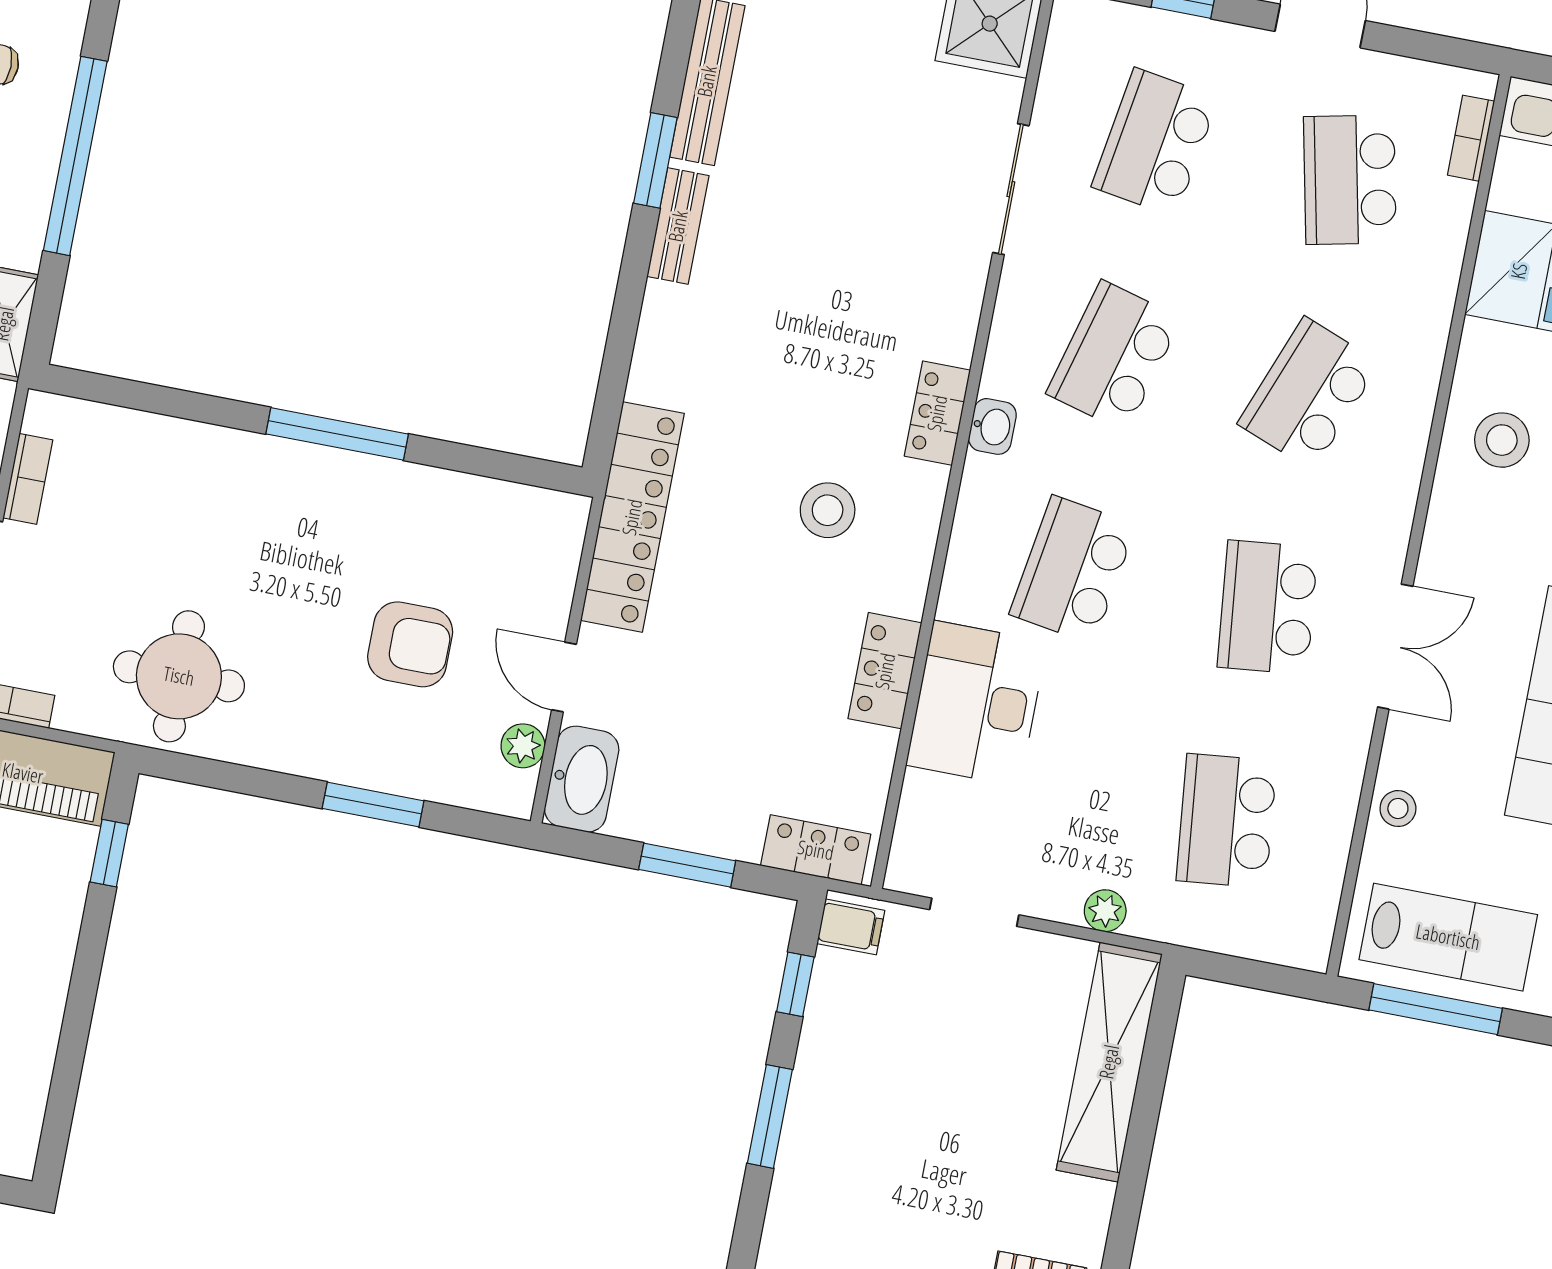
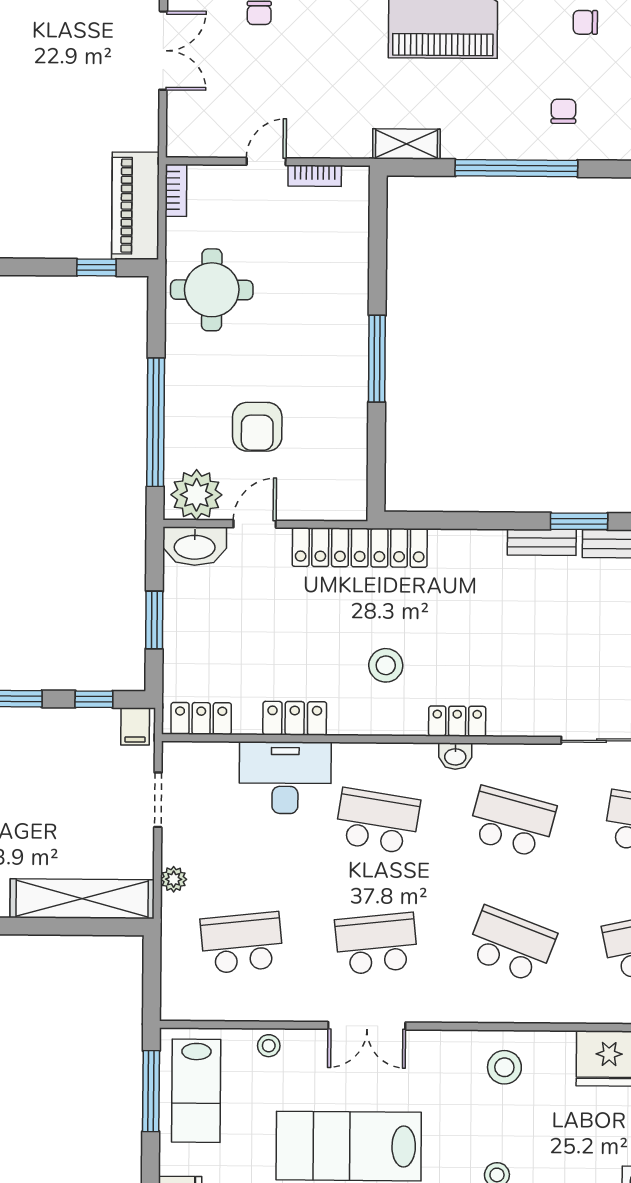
plant: (523, 746) -> (196, 495), width x1.87, depth x1.87
window: (373, 805) -> (156, 422), width x2.11
locker: (816, 850) -> (201, 718), moved, turned -90

